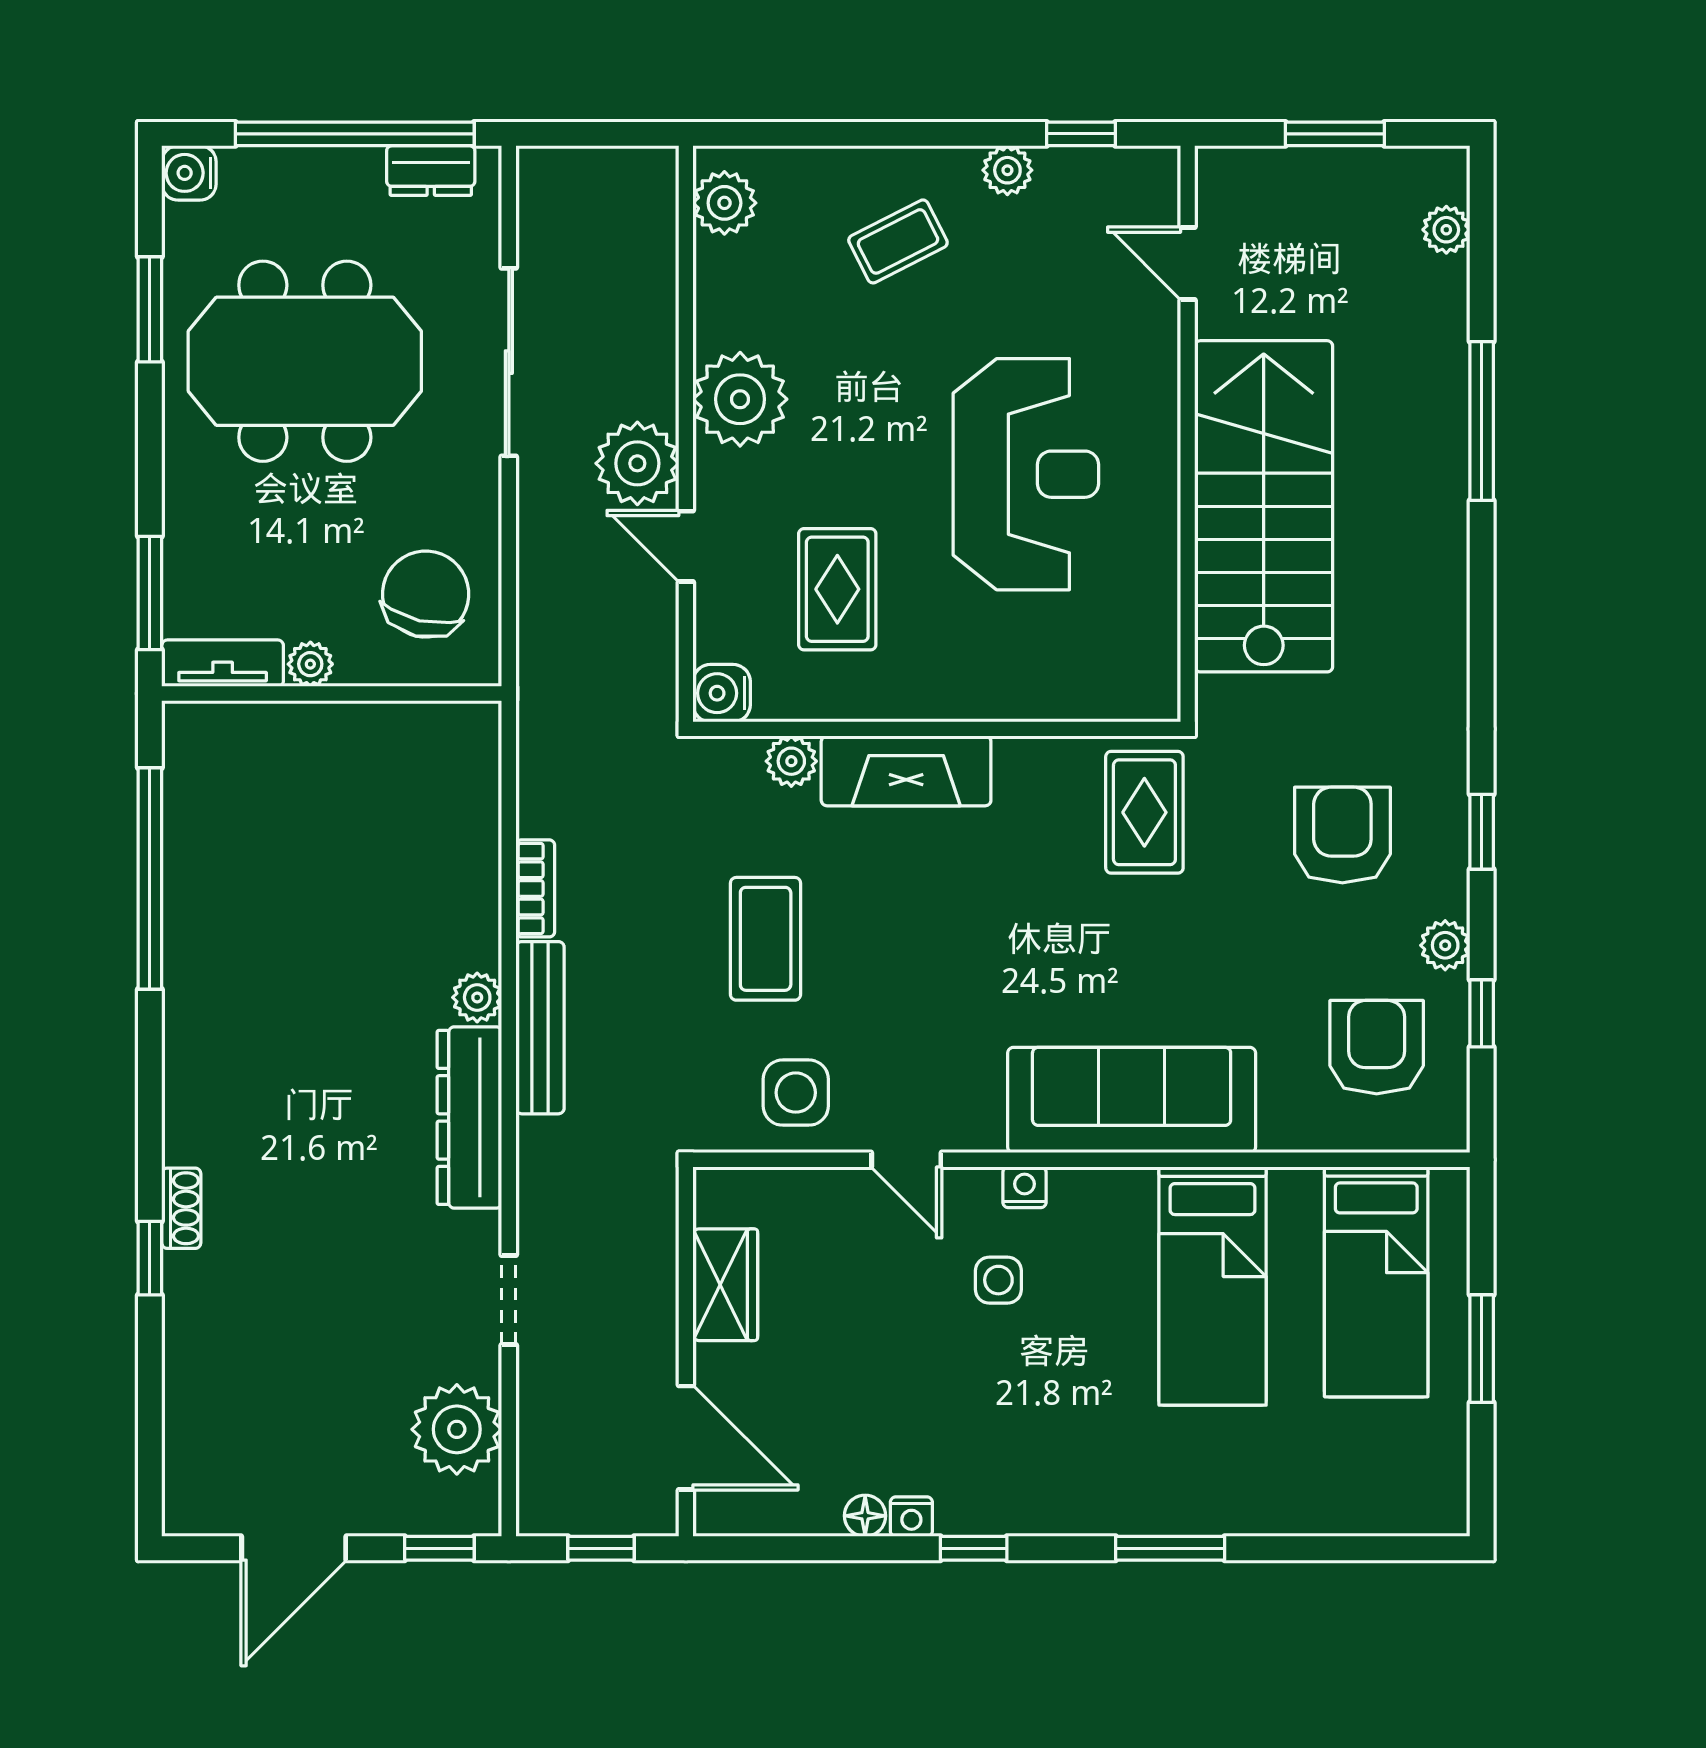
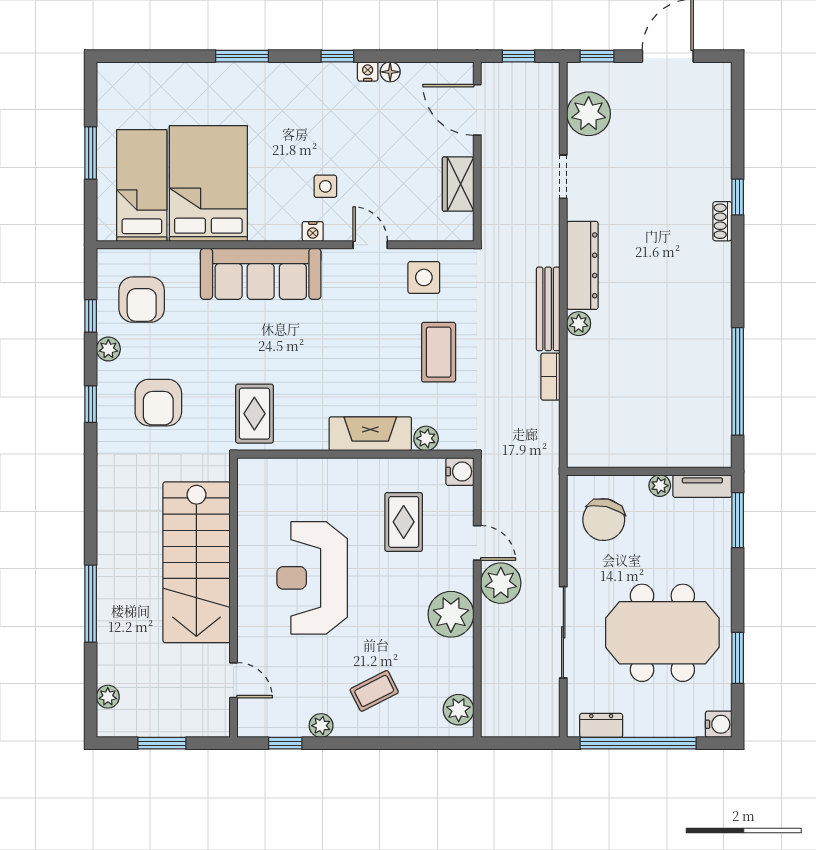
bed: (1213, 1286) -> (208, 183), width x1.50

